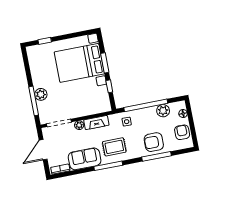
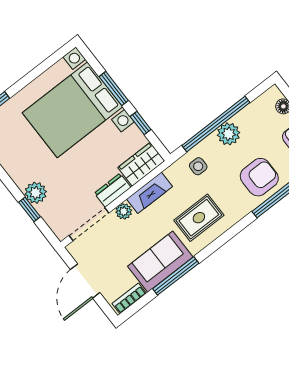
window: (34, 101) -> (29, 209), width x0.46
wardrobe: (99, 107) -> (141, 164), added
plant: (163, 111) -> (229, 134), moved
dresser: (79, 112) -> (113, 190), added
armchair: (154, 142) -> (259, 177), turned 180
window: (108, 166) -> (176, 276), moved

